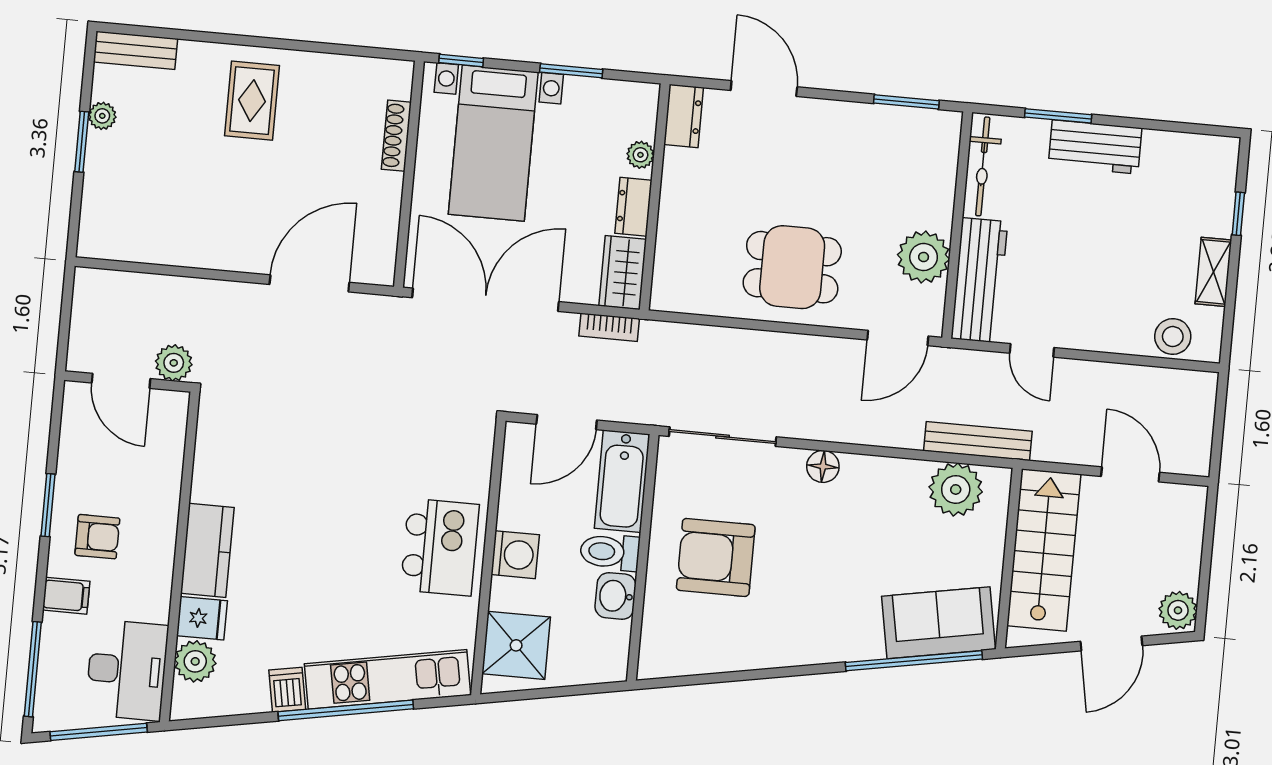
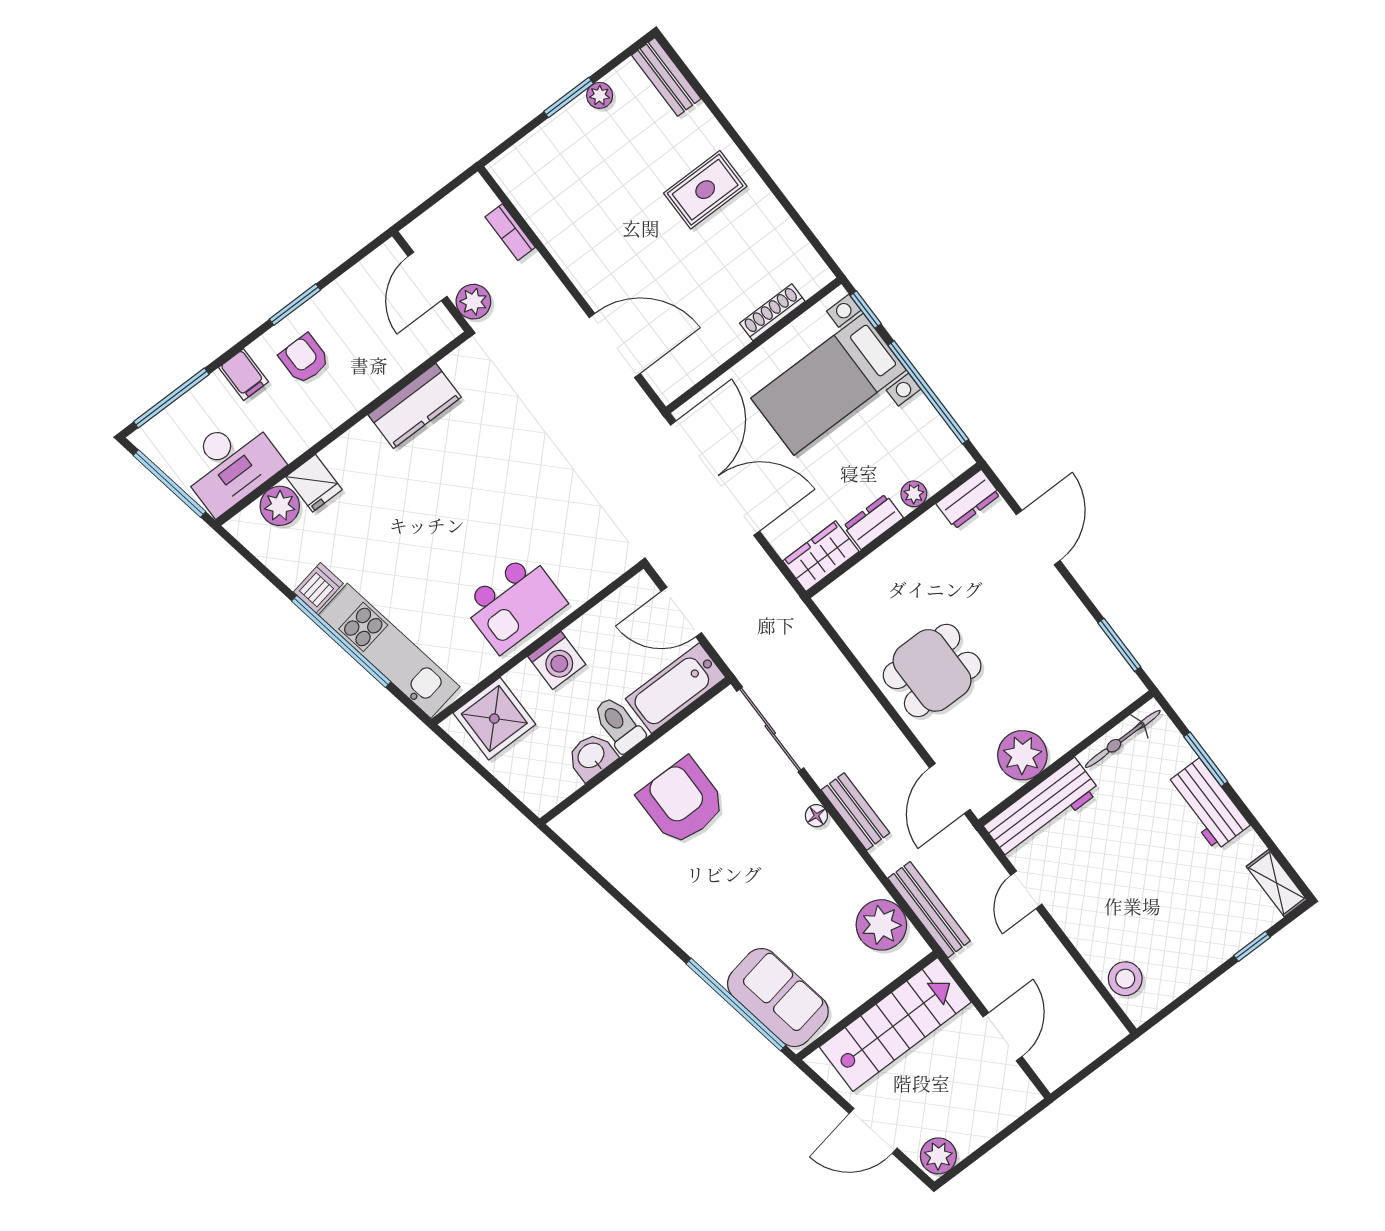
window: (571, 71) -> (928, 392), width x2.11
dining table: (792, 267) -> (932, 670), turned 90
shelving: (1213, 272) -> (1277, 883), moved, turned 90
bookcase: (609, 327) -> (510, 232), moved
door: (898, 338) -> (950, 789), hinge flipped
bench: (848, 428) -> (855, 811), added
floor lamp: (823, 466) -> (816, 816), width x0.73, depth x0.73
armchair: (97, 537) -> (304, 359), turned 180
kitchen counter: (207, 550) -> (415, 406), moved

